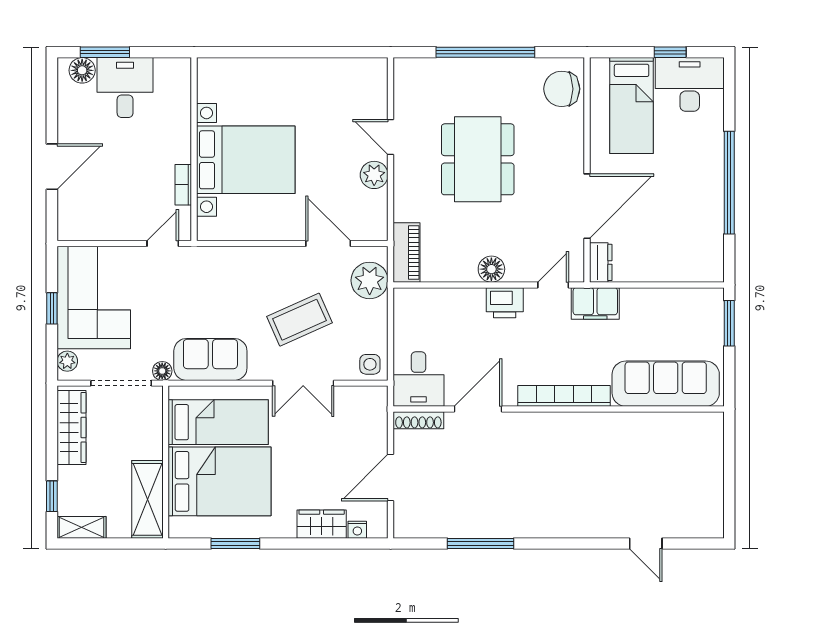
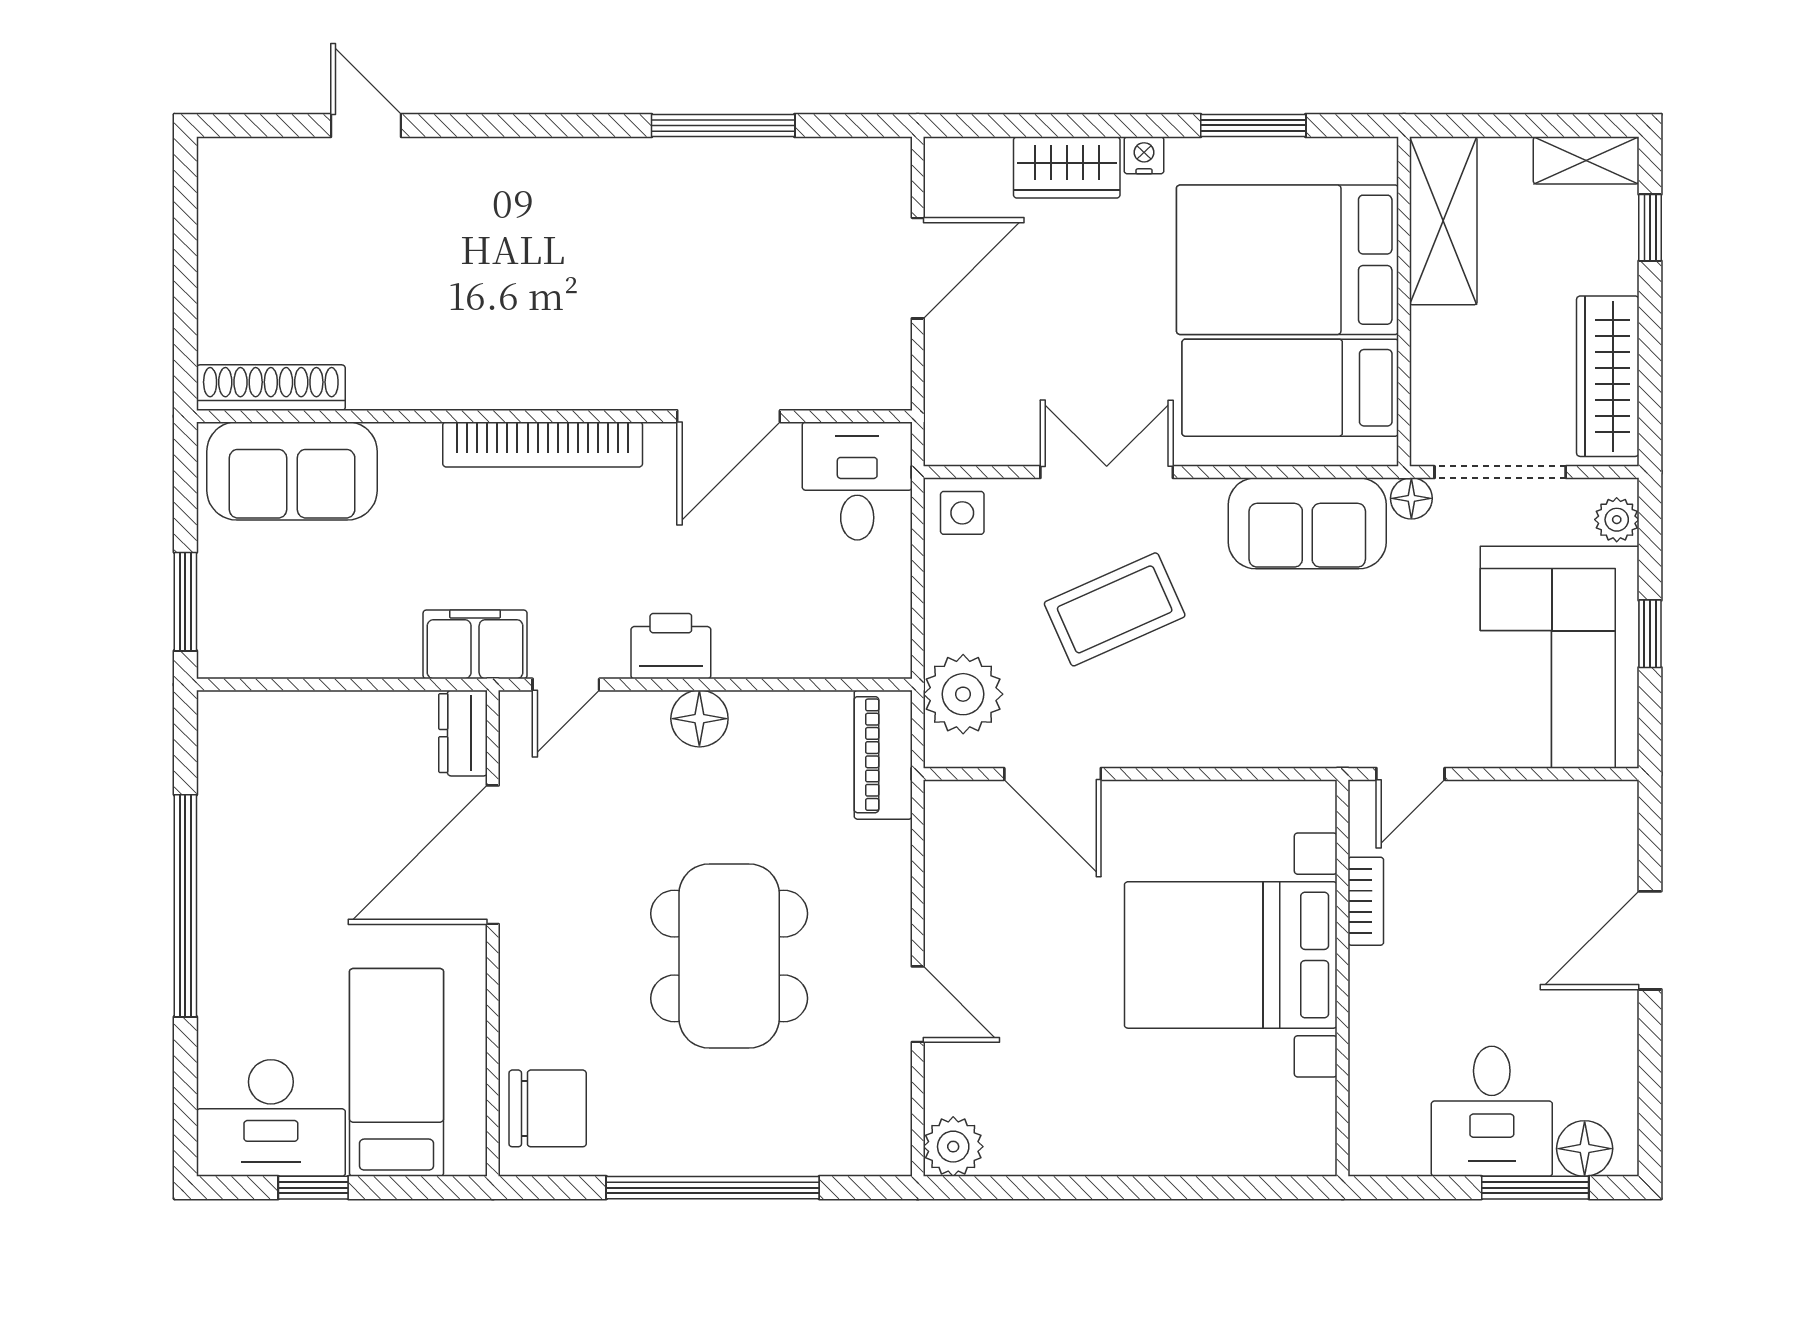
plant: (374, 175) -> (953, 1147), moved
sofa: (666, 384) -> (292, 471), width x0.73
shoe rack: (418, 420) -> (271, 388), moved, width x1.36, depth x1.24
nightstand: (357, 530) -> (1144, 155), moved

